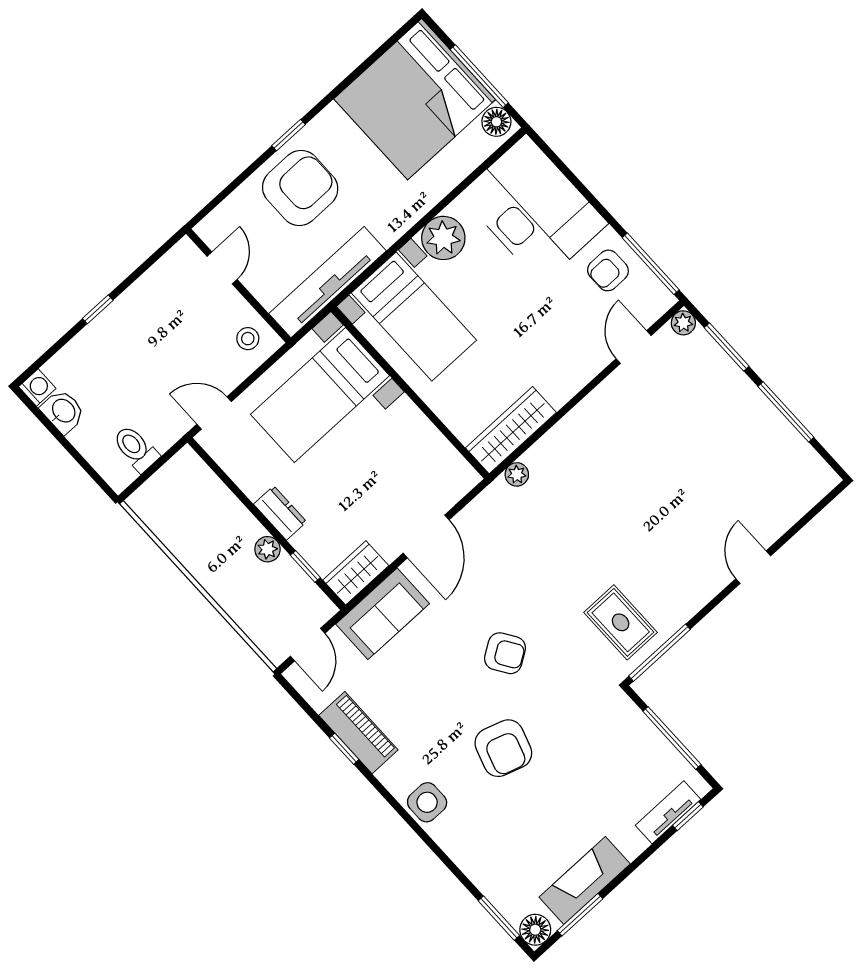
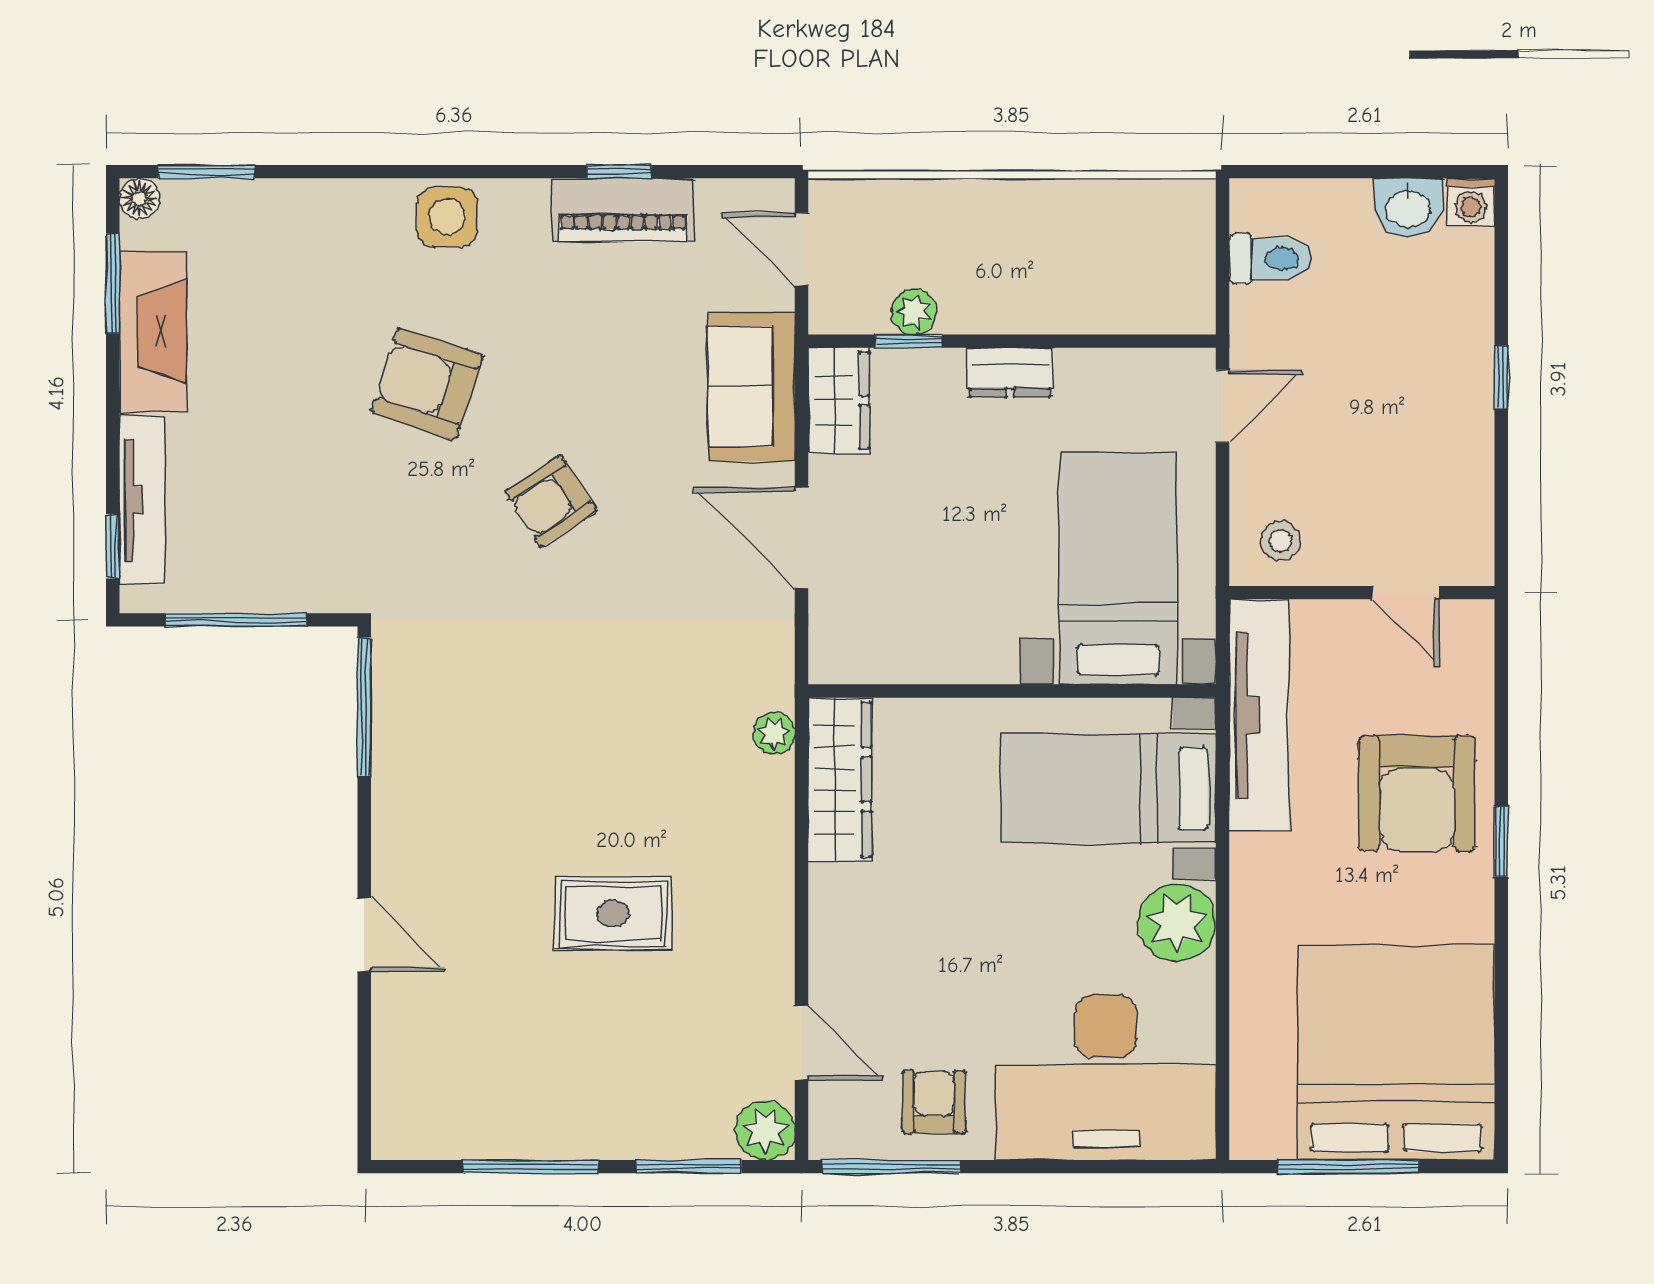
floor lamp: (496, 122) -> (1267, 1134), removed
plant: (683, 323) -> (765, 1130), width x1.38, depth x1.38
plant: (268, 549) -> (914, 312), moved
rug: (621, 622) -> (613, 913), moved
tv unit: (668, 812) -> (142, 500), width x1.41
floor lamp: (535, 930) -> (140, 198), width x0.73, depth x0.73

